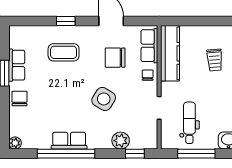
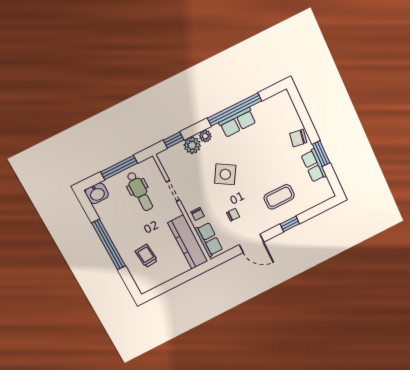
chair: (115, 58) -> (233, 215), width x0.54, depth x0.54
chair: (19, 98) -> (298, 138), turned 99
plant: (15, 143) -> (205, 136), moved

